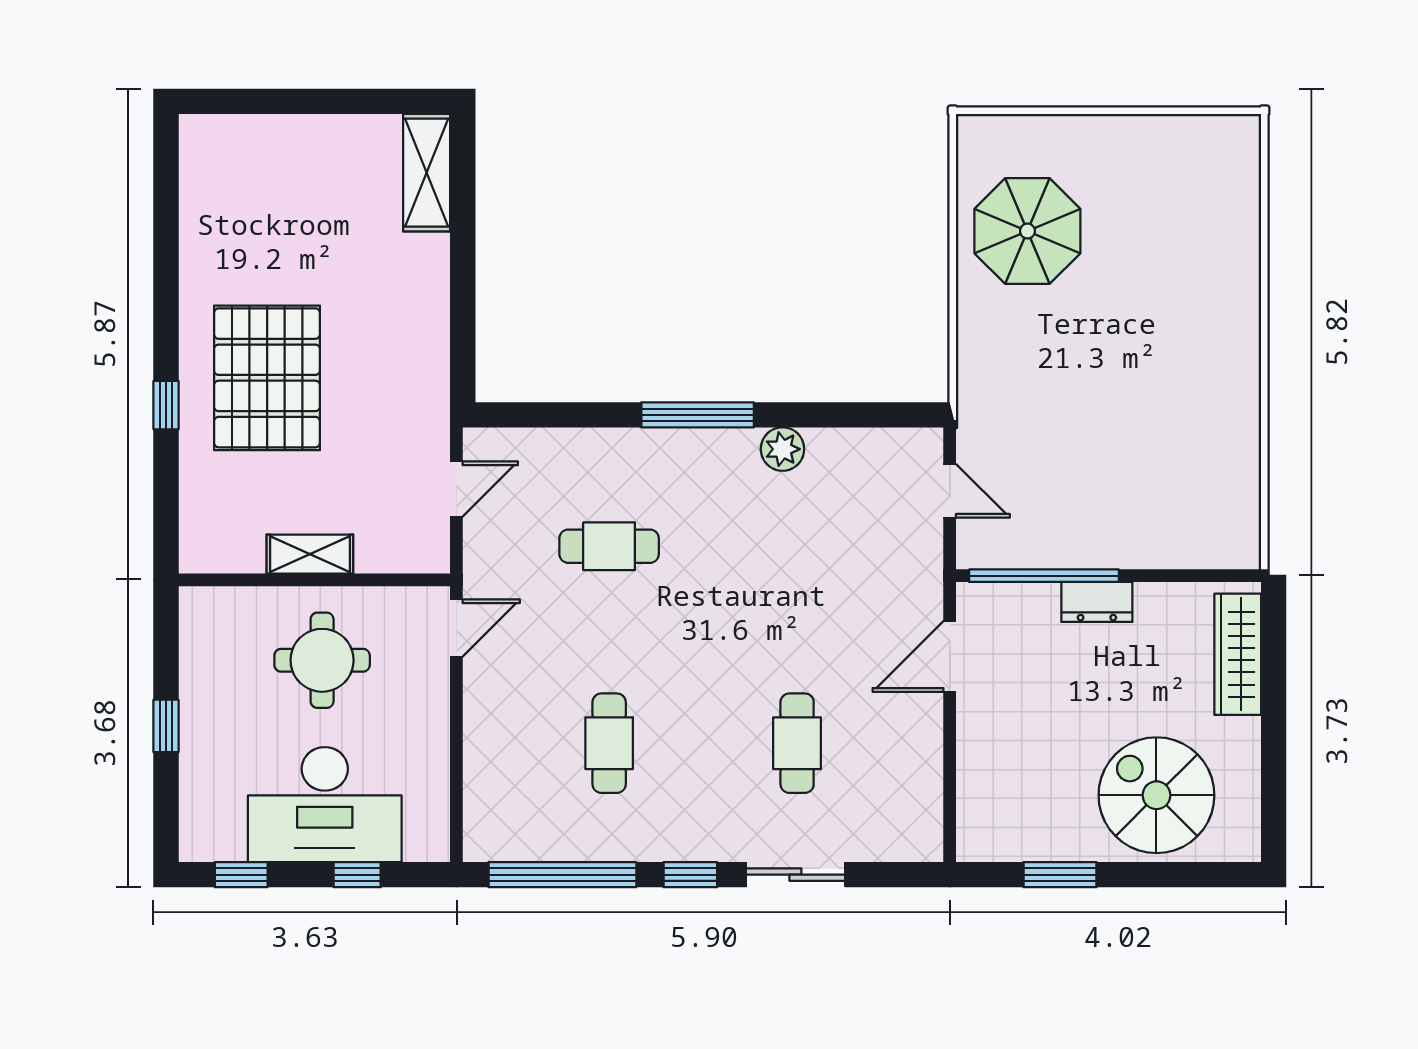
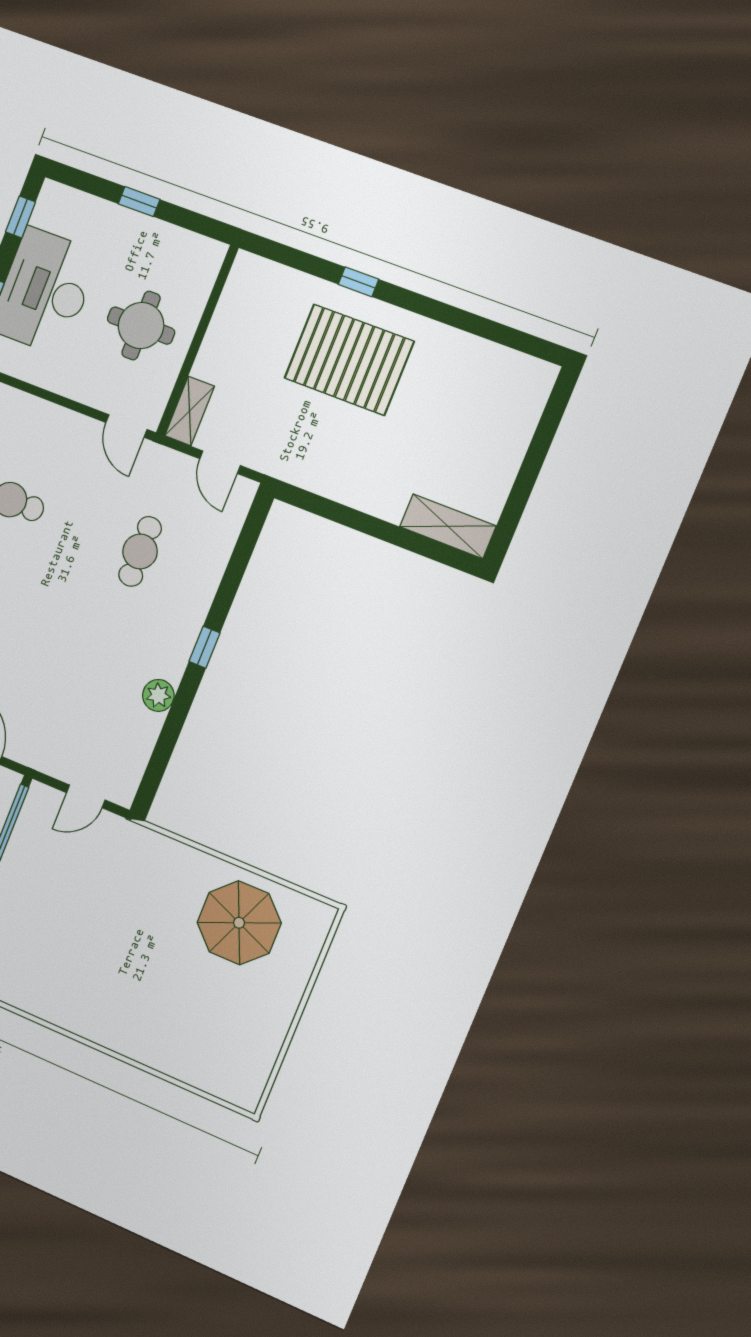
window: (698, 415) -> (205, 647), width x0.46
shelving: (310, 554) -> (189, 411), moved

